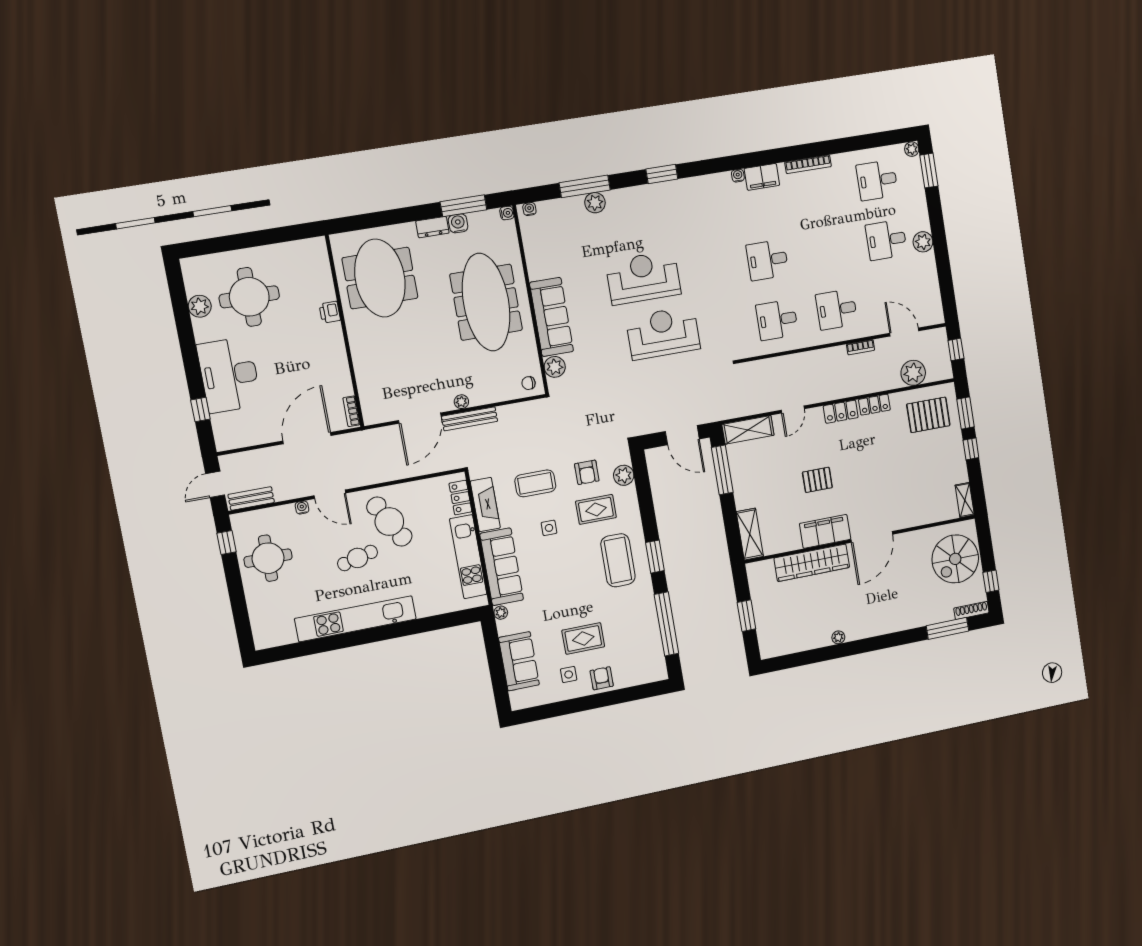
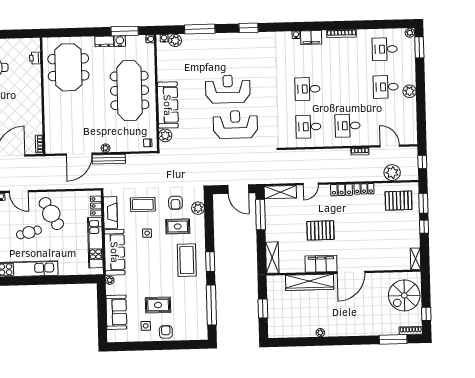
plant: (595, 203) -> (175, 40), moved
printer: (330, 312) -> (35, 58), moved
pallet: (817, 480) -> (320, 230), width x1.50, depth x1.42

